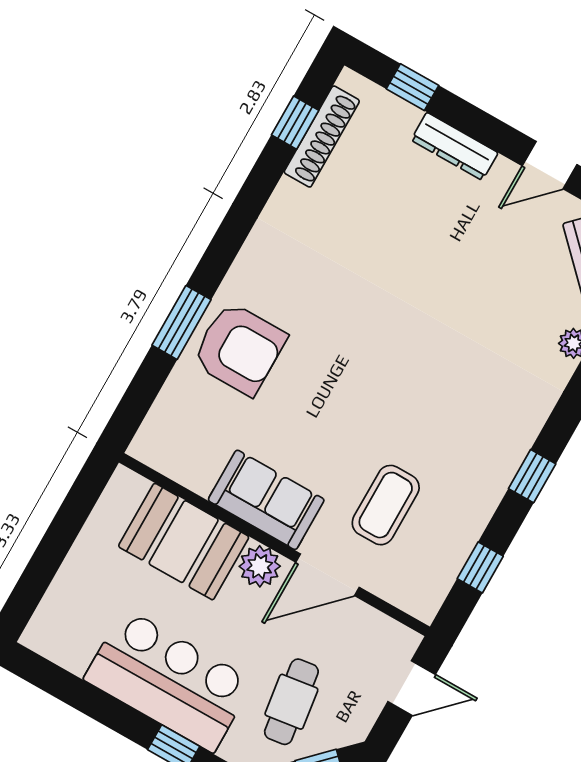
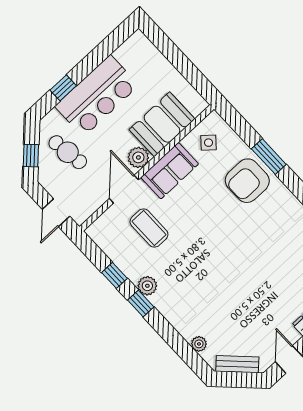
side table: (191, 444) -> (209, 143), added
plant: (495, 474) -> (147, 286), added
window: (480, 567) -> (114, 275), moved

